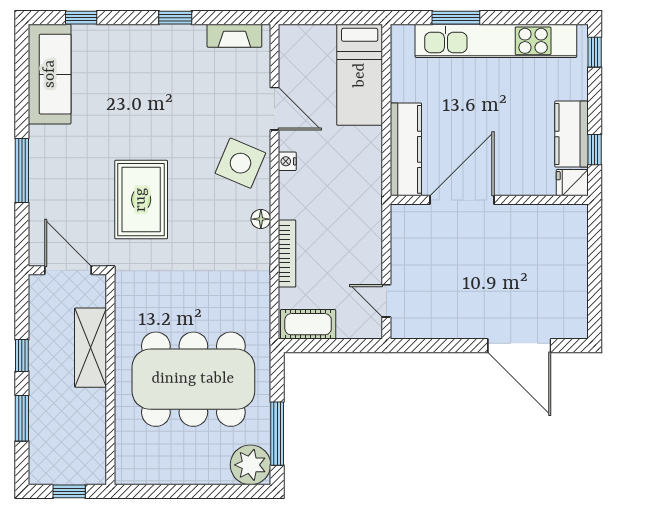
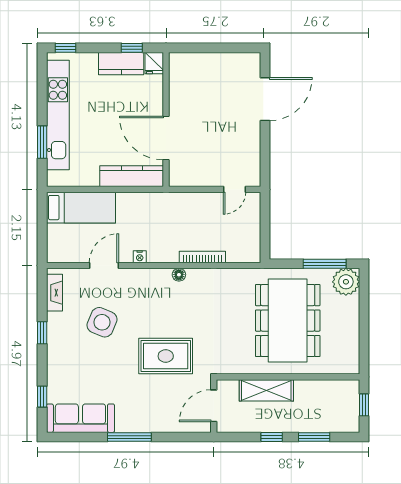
side table: (240, 163) -> (102, 322), moved
window: (22, 170) -> (129, 437), moved
cot: (308, 324) -> (250, 243), removed

